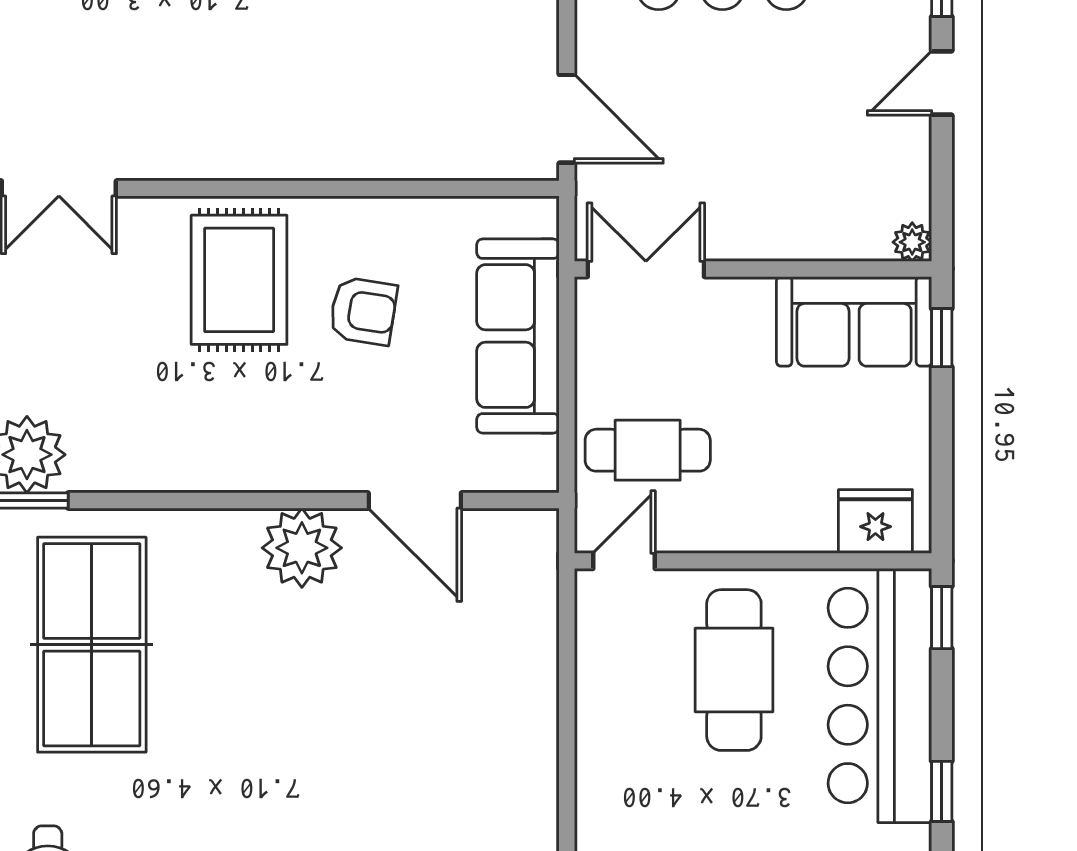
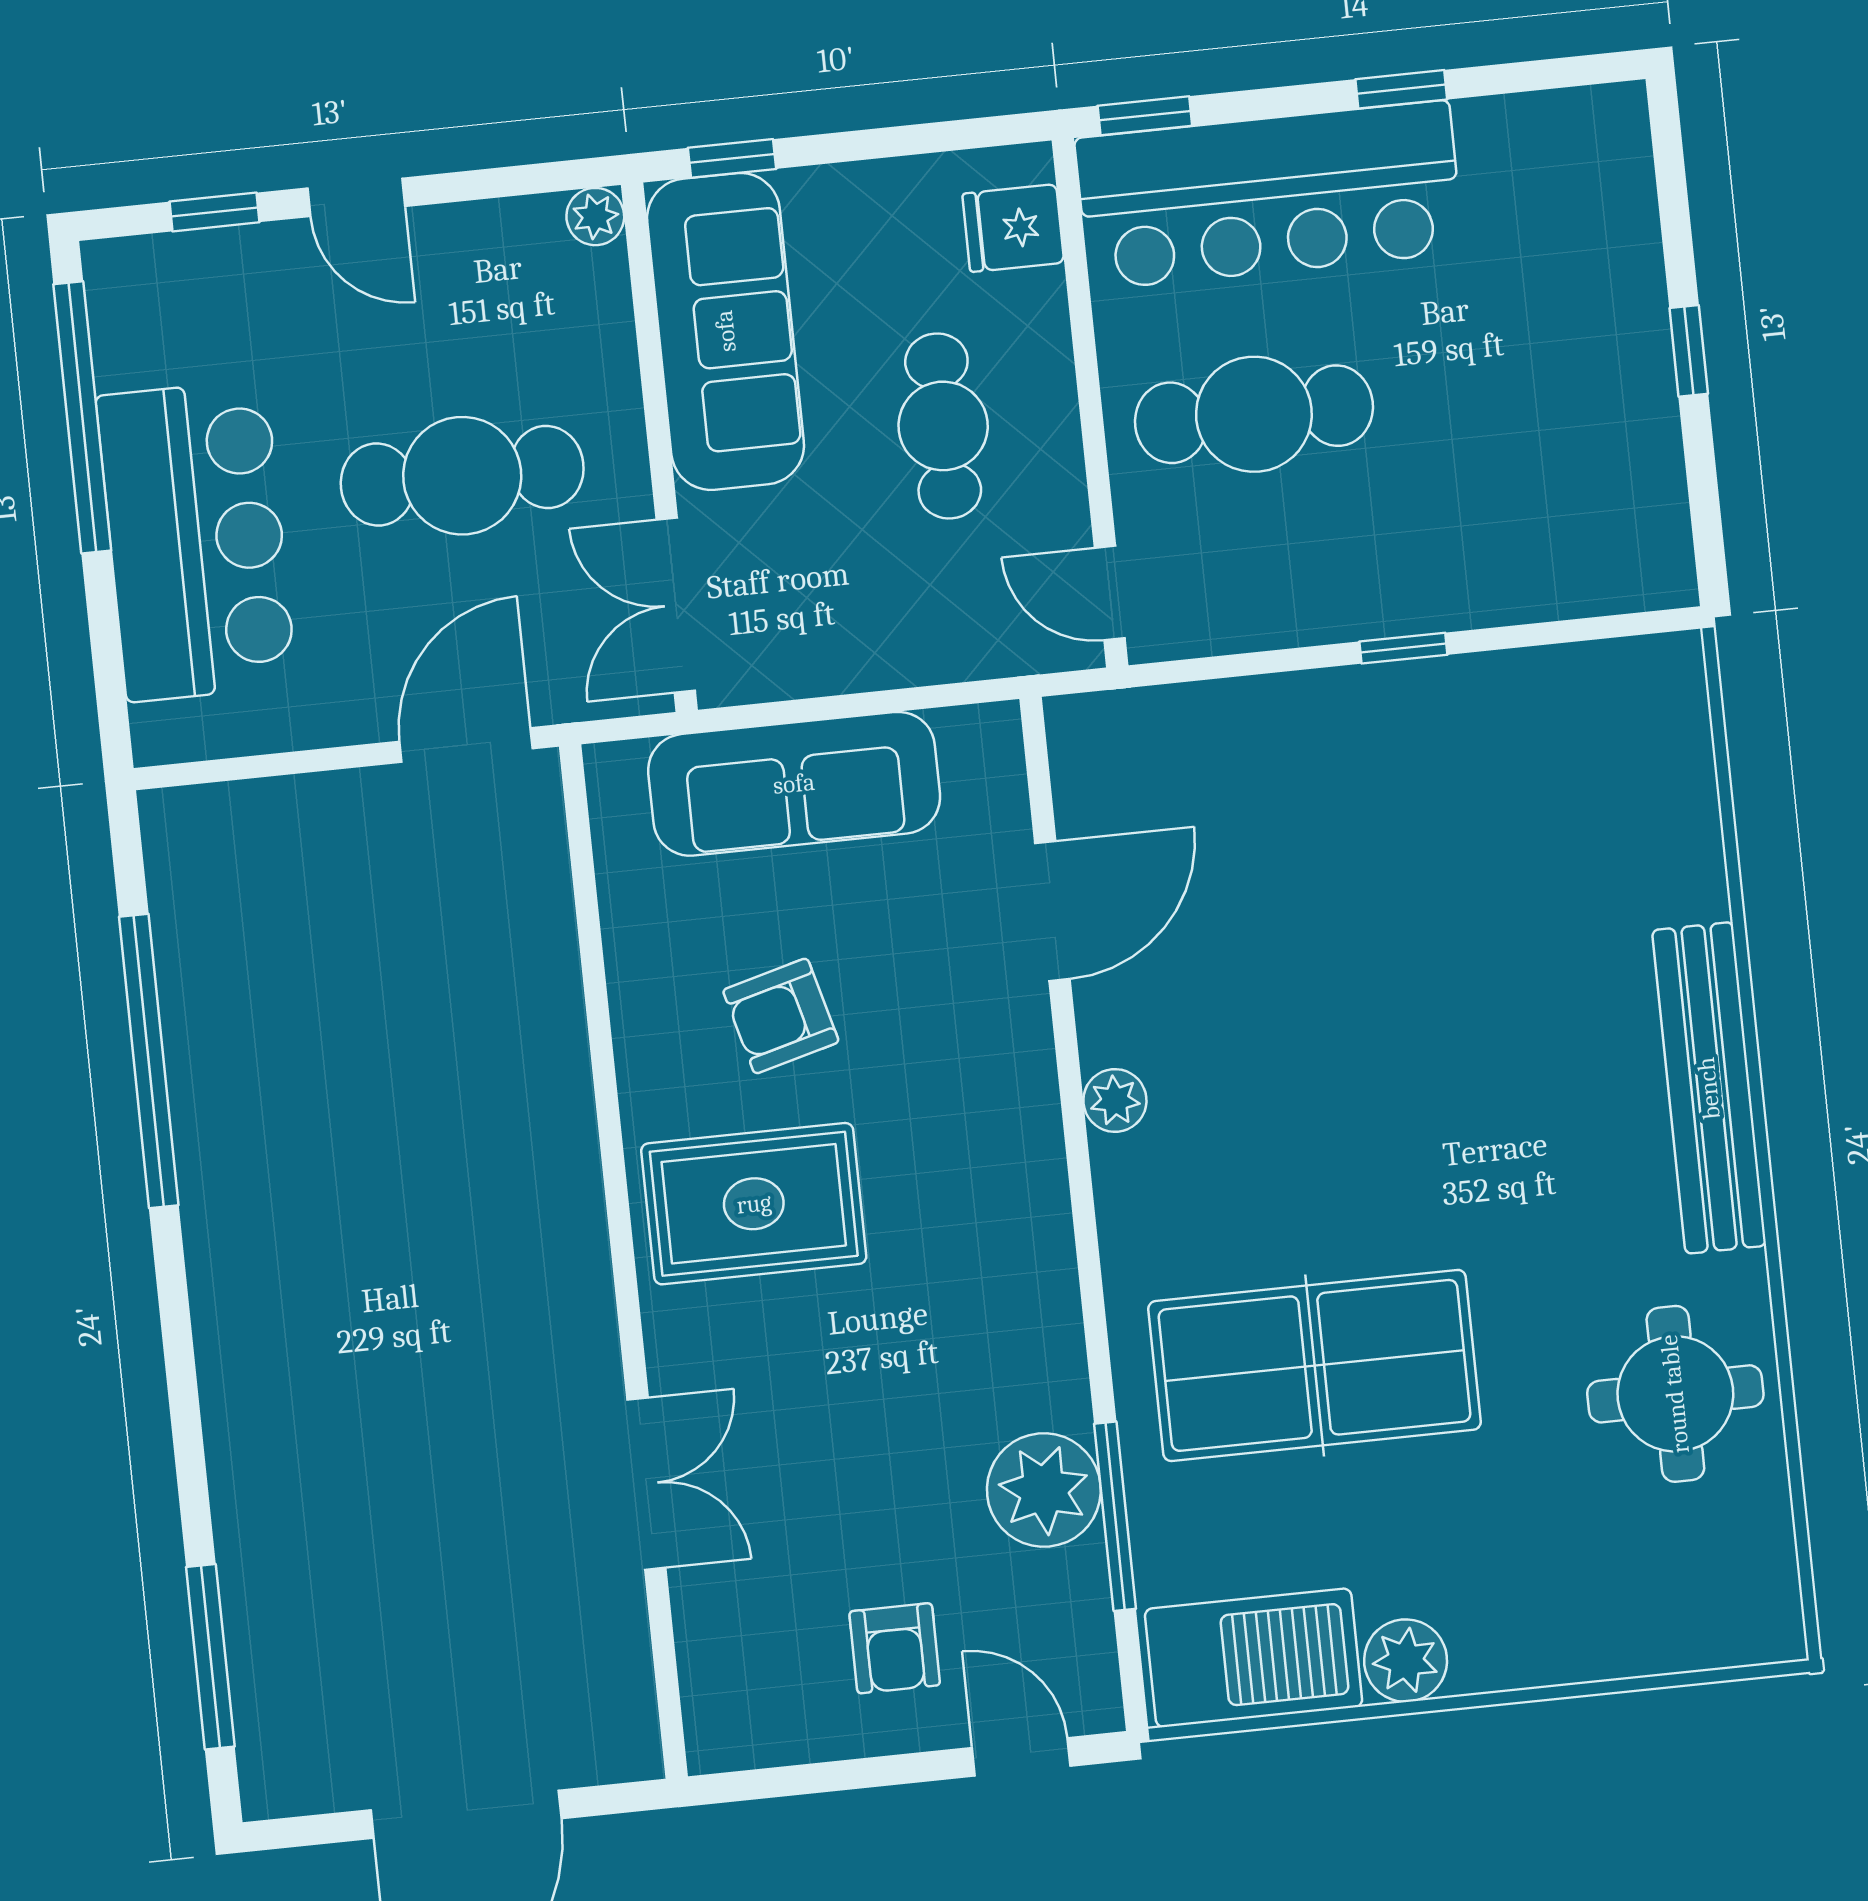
cafe table: (748, 135) -> (462, 476), added
armchair: (363, 311) -> (781, 1016), turned -114
sofa: (854, 321) -> (726, 331), width x1.36
cafe table: (648, 450) -> (943, 426), moved
fridge: (875, 521) -> (1013, 228), width x0.72
plant: (302, 548) -> (1115, 1101), width x0.53, depth x0.53
window: (567, 754) -> (1403, 648), added

